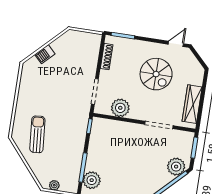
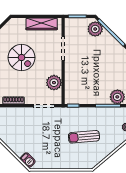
barbecue: (45, 54) -> (28, 160), moved
spiral stairs: (156, 74) -> (22, 58), turned 90
sun lounger: (37, 134) -> (84, 137), moved

